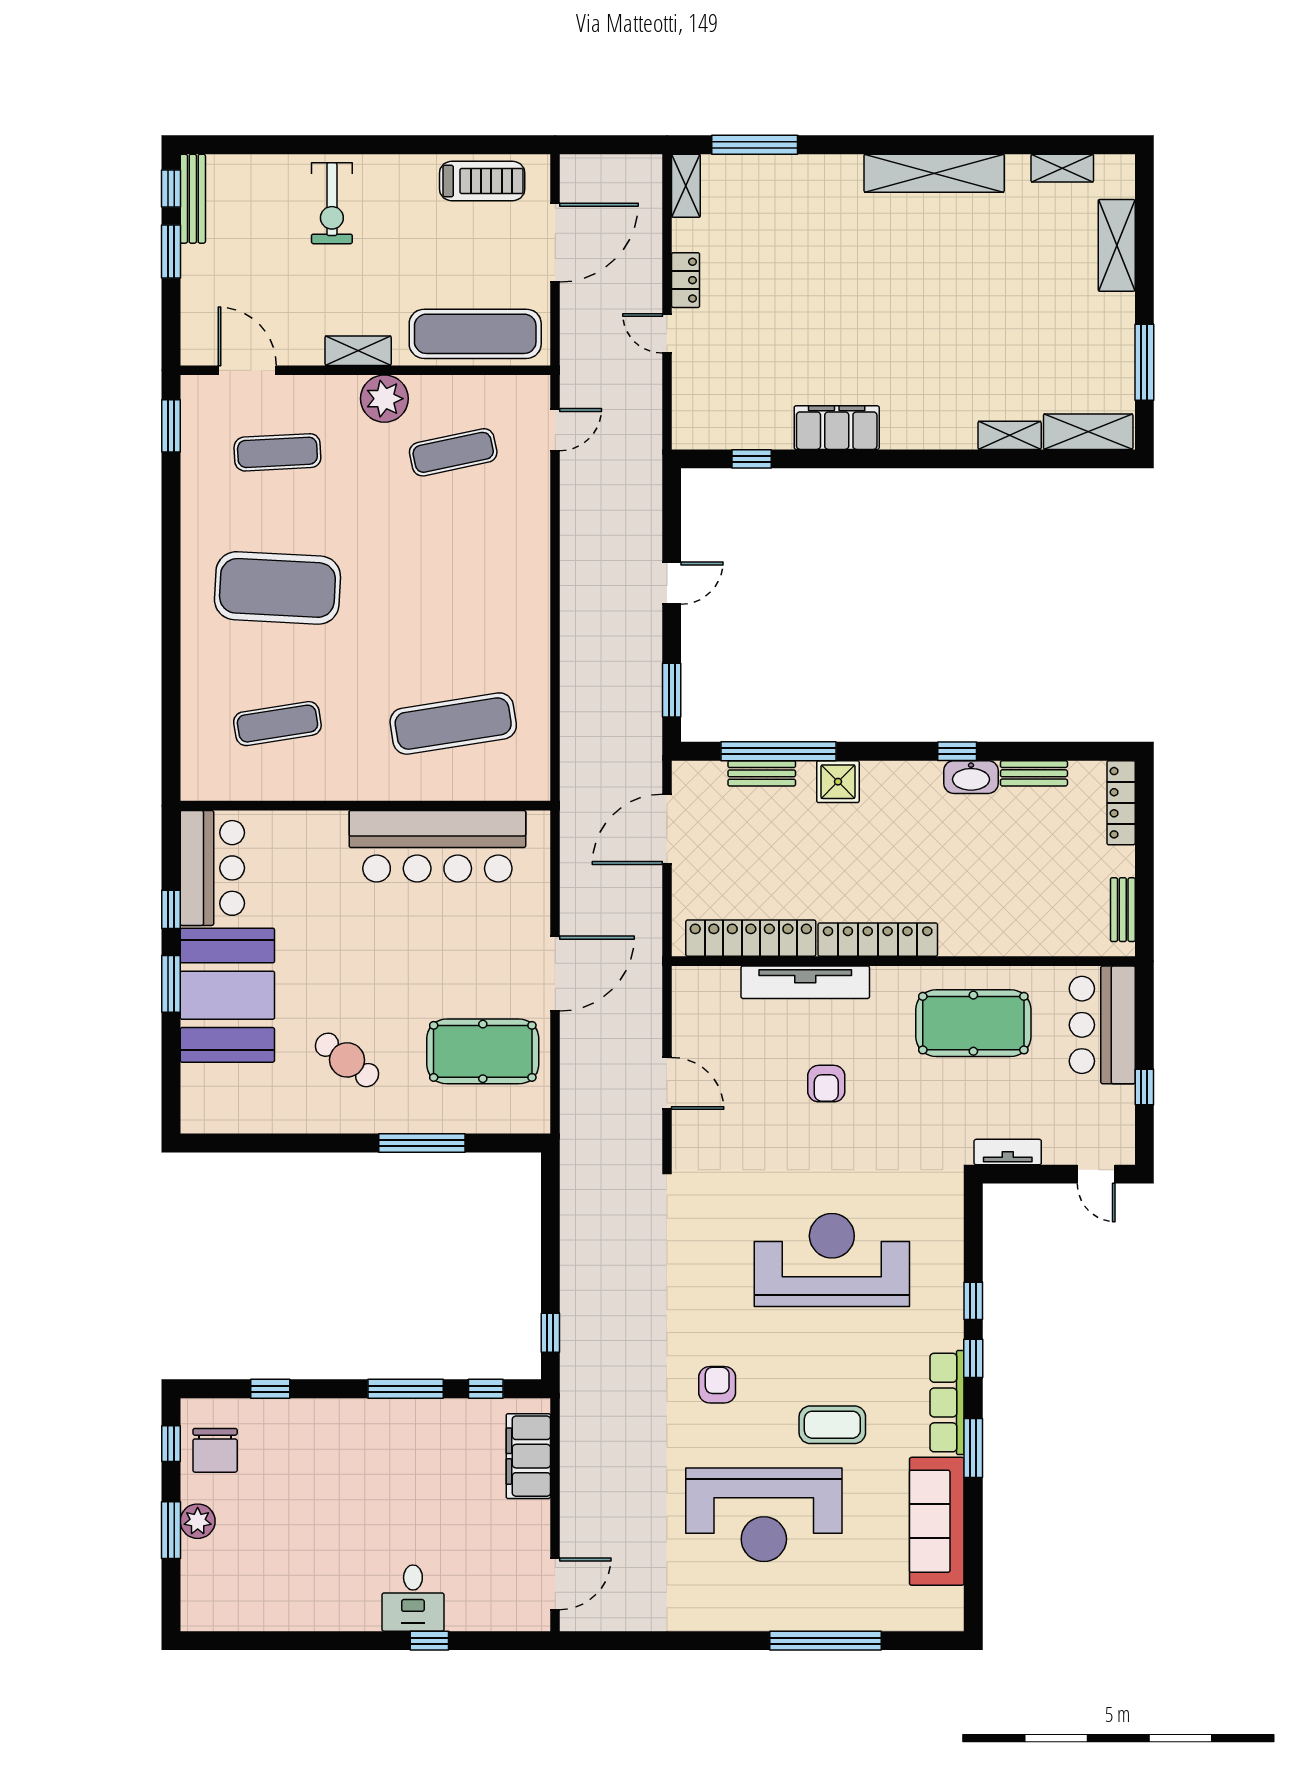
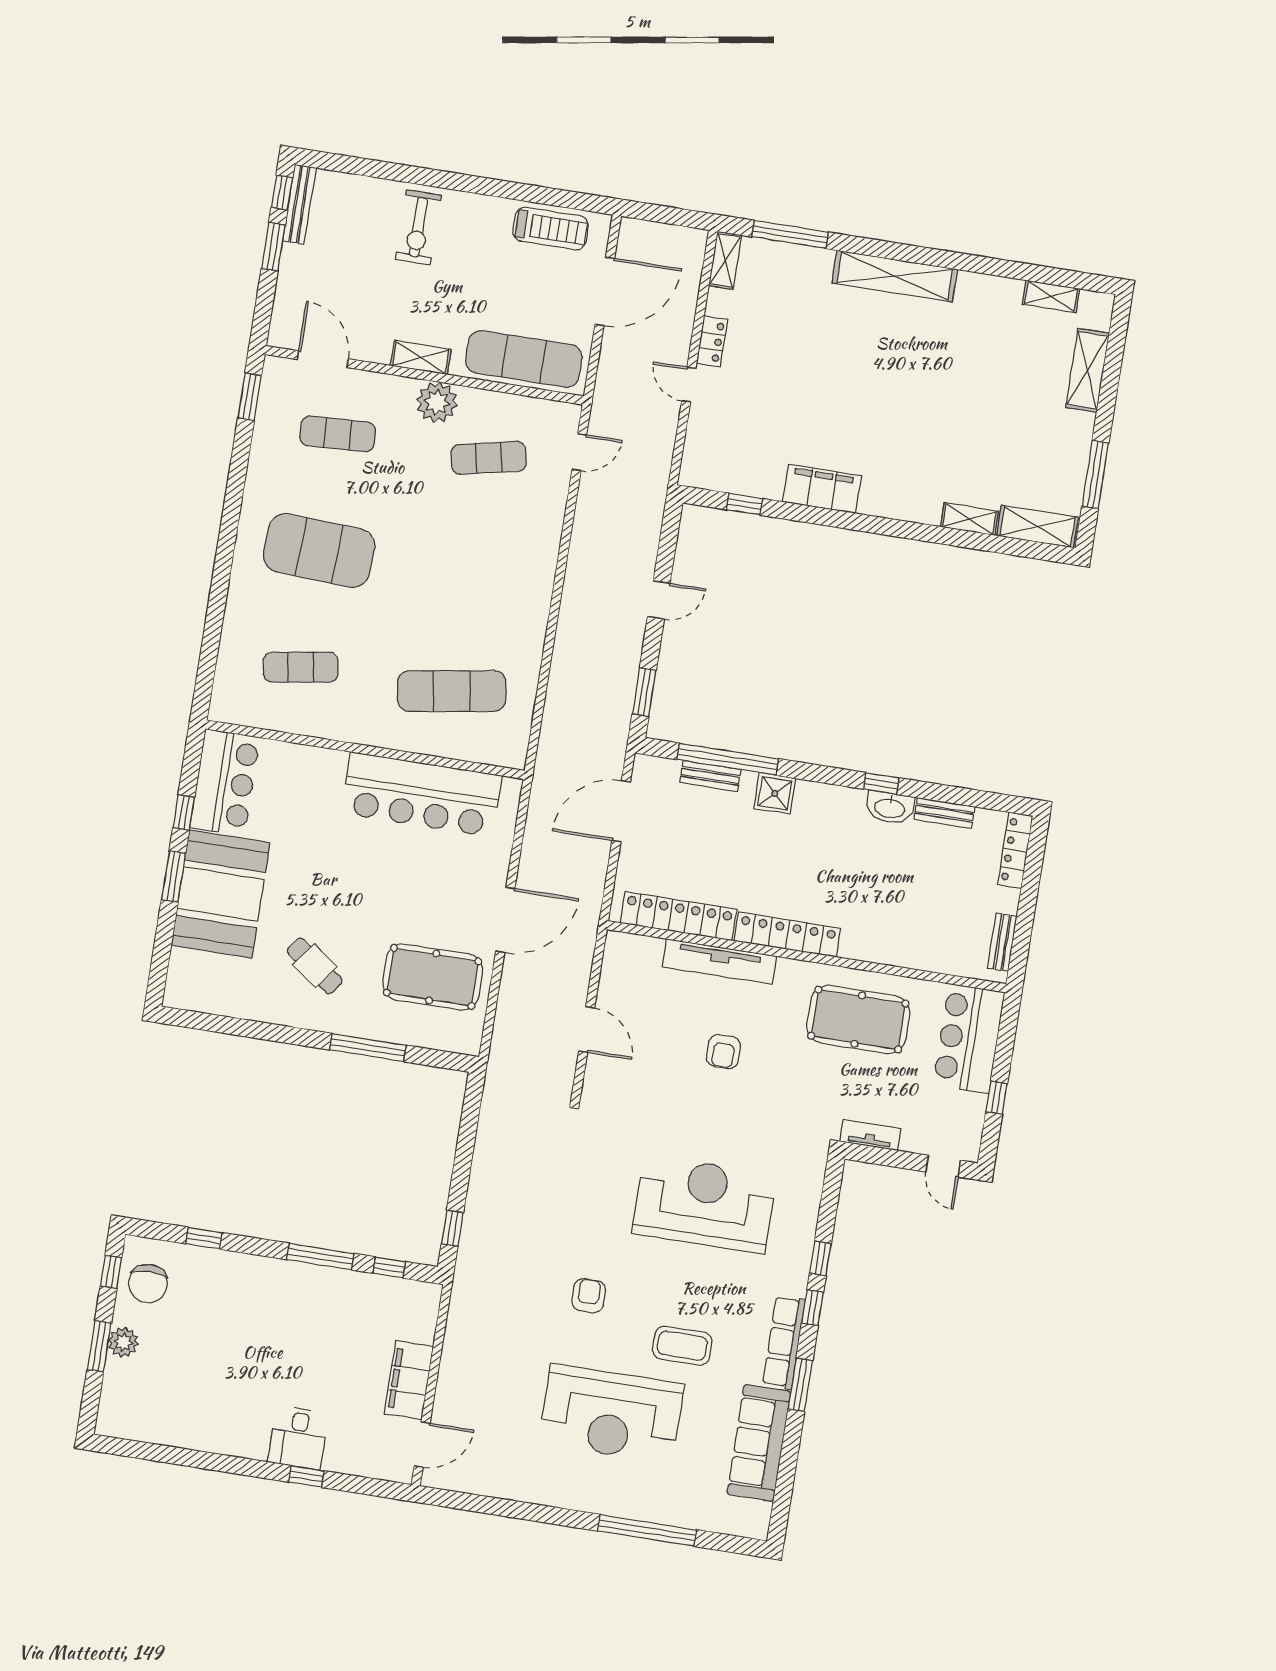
shelving: (934, 173) -> (895, 276), moved
filing cabinet: (528, 1456) -> (409, 1380), moved

